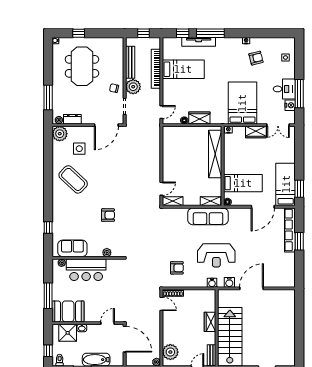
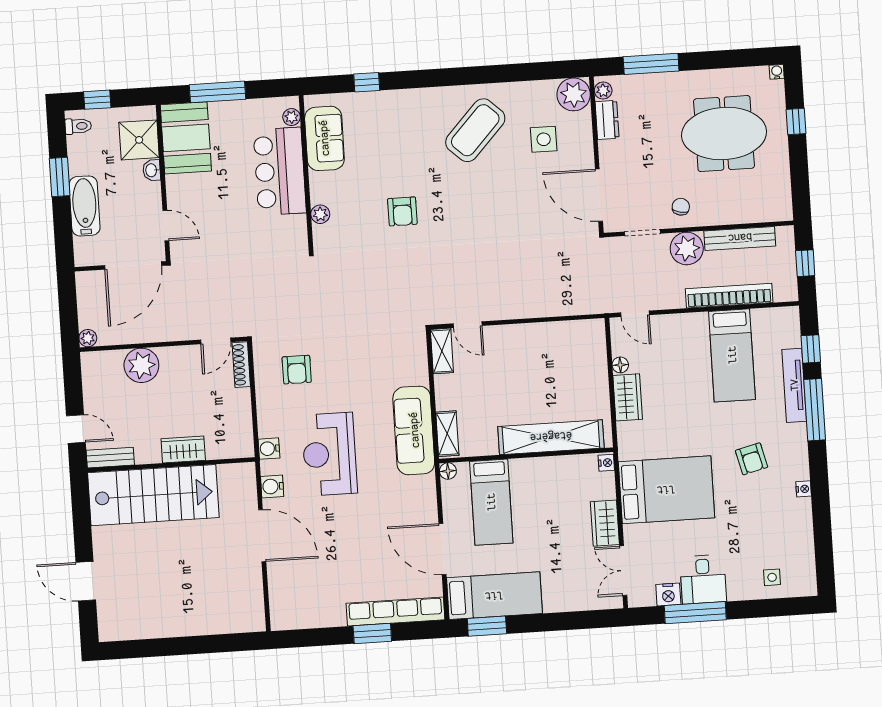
armchair: (256, 58) -> (752, 459), moved
plant: (170, 352) -> (141, 365), moved

